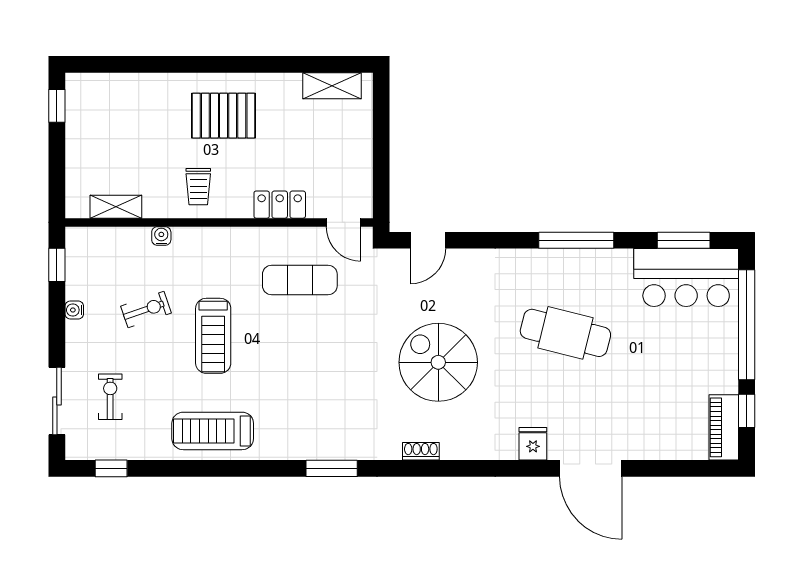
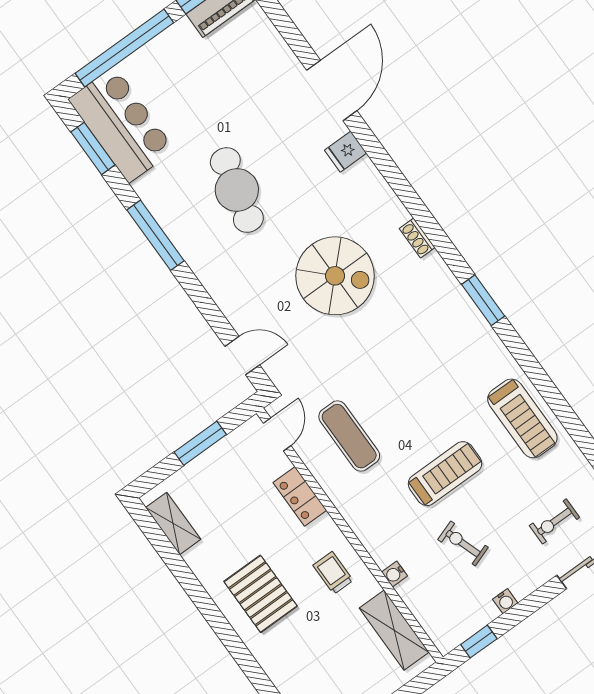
window: (381, 155) -> (200, 443), added
trolley: (198, 187) -> (333, 573), turned -90
shelving: (116, 207) -> (394, 630), width x1.50, depth x1.33
spiral stairs: (438, 362) -> (335, 276), turned -90

